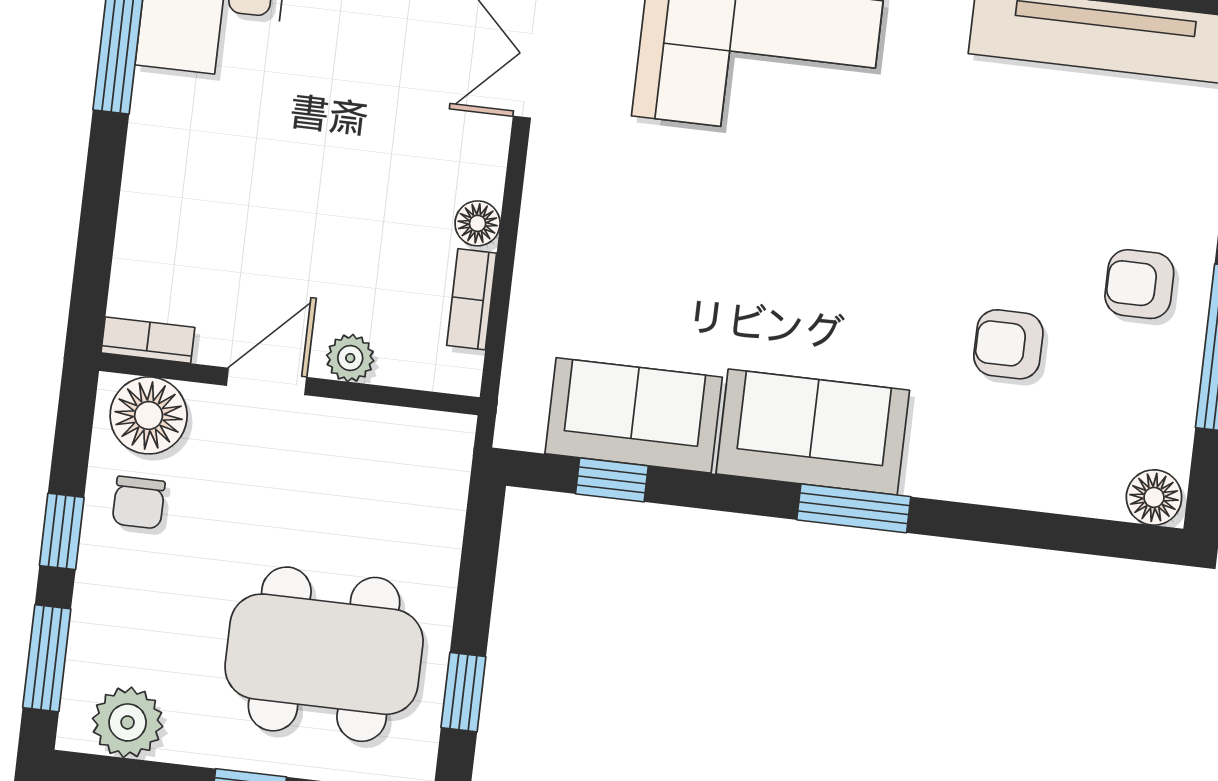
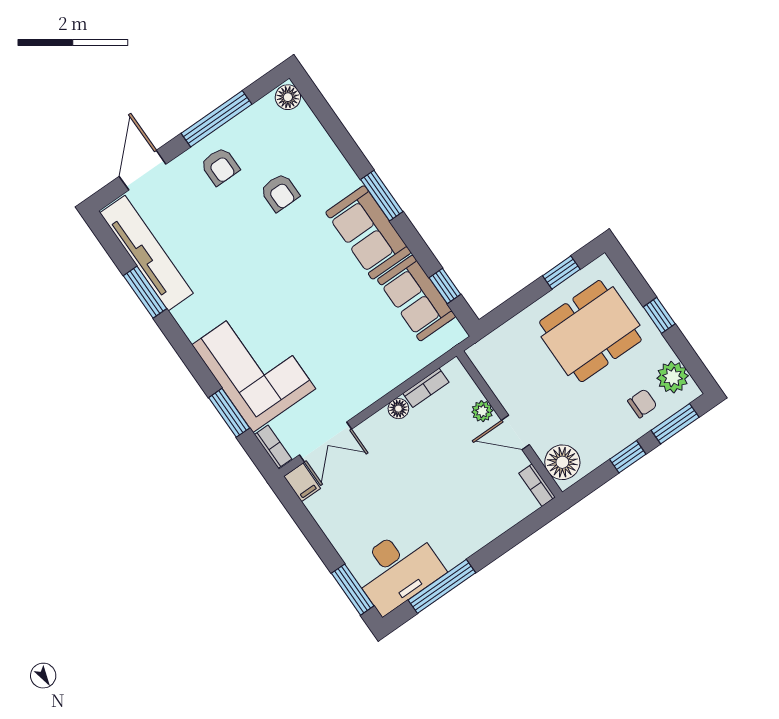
chair: (139, 503) -> (642, 403), moved
dining table: (324, 654) -> (590, 331), turned 90

